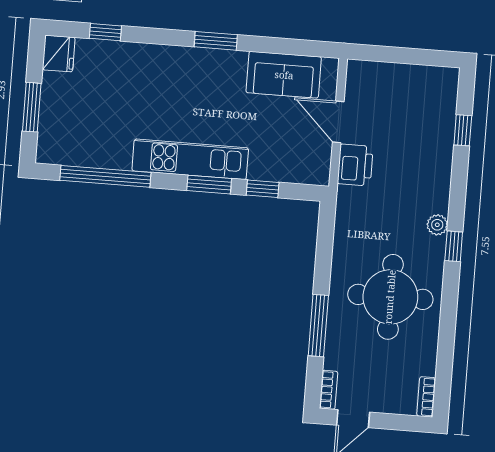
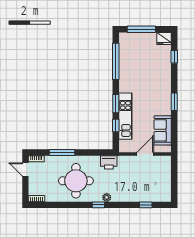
window: (32, 107) -> (141, 29), width x1.44
kitchen unit: (190, 159) -> (125, 116), moved
printer: (355, 165) -> (109, 162), moved

